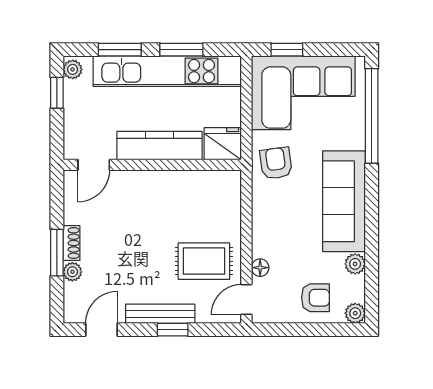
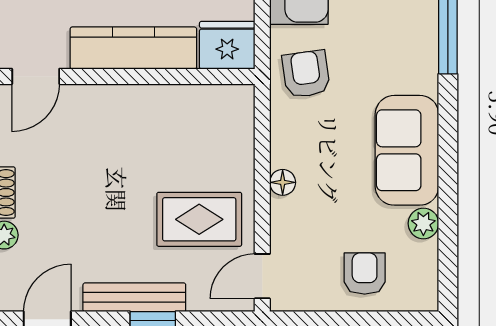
sofa: (344, 201) -> (407, 150), width x0.73
floor lamp: (260, 268) -> (283, 182), moved
armchair: (315, 298) -> (365, 274), turned -90
plant: (355, 313) -> (424, 297), removed

